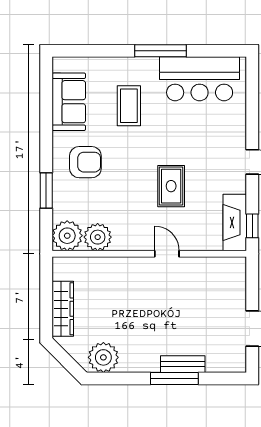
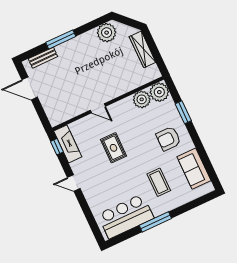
bench: (183, 364) -> (43, 58), moved

